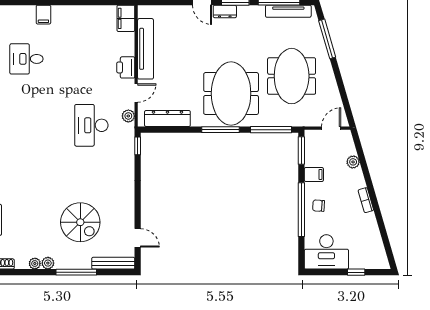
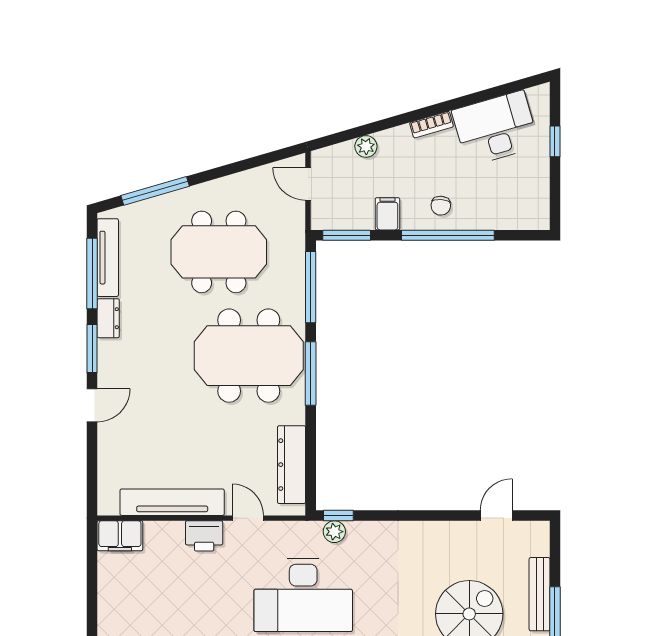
dresser: (225, 11) -> (108, 318), moved
plant: (128, 116) -> (334, 532), moved
desk: (91, 125) -> (303, 595), width x1.36, depth x1.30
desk: (326, 252) -> (496, 128), moved, turned -106
bench: (113, 263) -> (540, 594), moved

